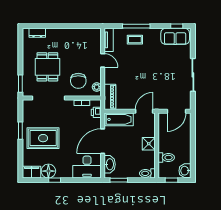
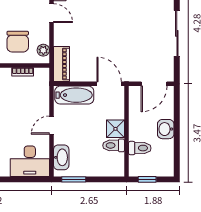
door: (144, 111) -> (109, 84), hinge flipped
printer: (96, 112) -> (43, 85), removed
door: (103, 141) -> (51, 125), width x0.53
washbasin: (185, 171) -> (166, 129), moved
toilet: (147, 173) -> (114, 145), moved

